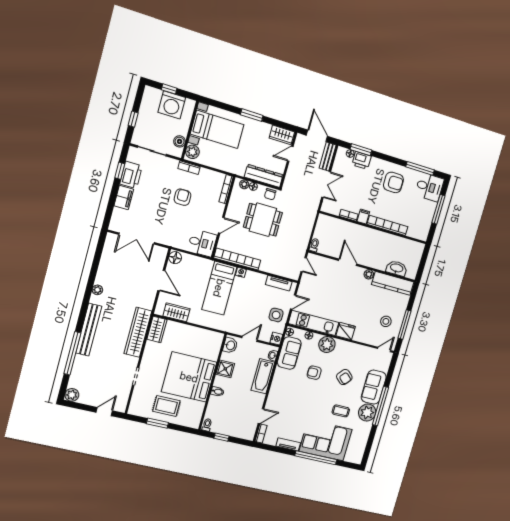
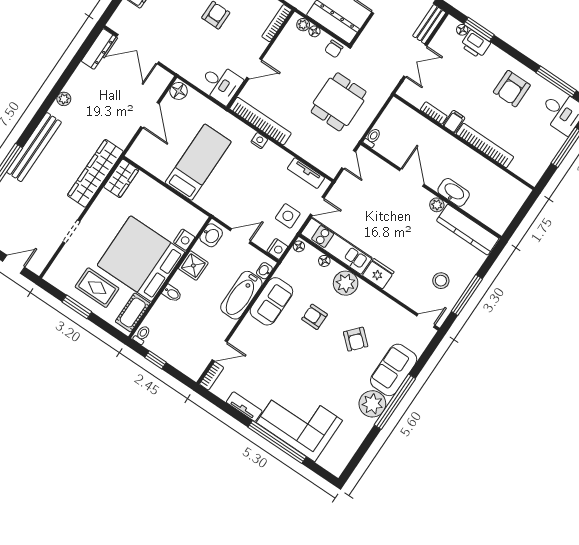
armchair: (393, 182) -> (512, 89), turned 90
dining table: (263, 220) -> (339, 102), moved, turned 90
dresser: (109, 247) -> (99, 49), added
washbasin: (397, 268) -> (454, 192), moved
bed: (219, 288) -> (198, 162), moved, turned 180
wardrobe: (176, 312) -> (155, 164), removed
sofa: (289, 353) -> (271, 301), moved
nightstand: (213, 354) -> (184, 240), added
coffee table: (341, 411) -> (335, 387), removed
cot: (196, 413) -> (133, 312), added

